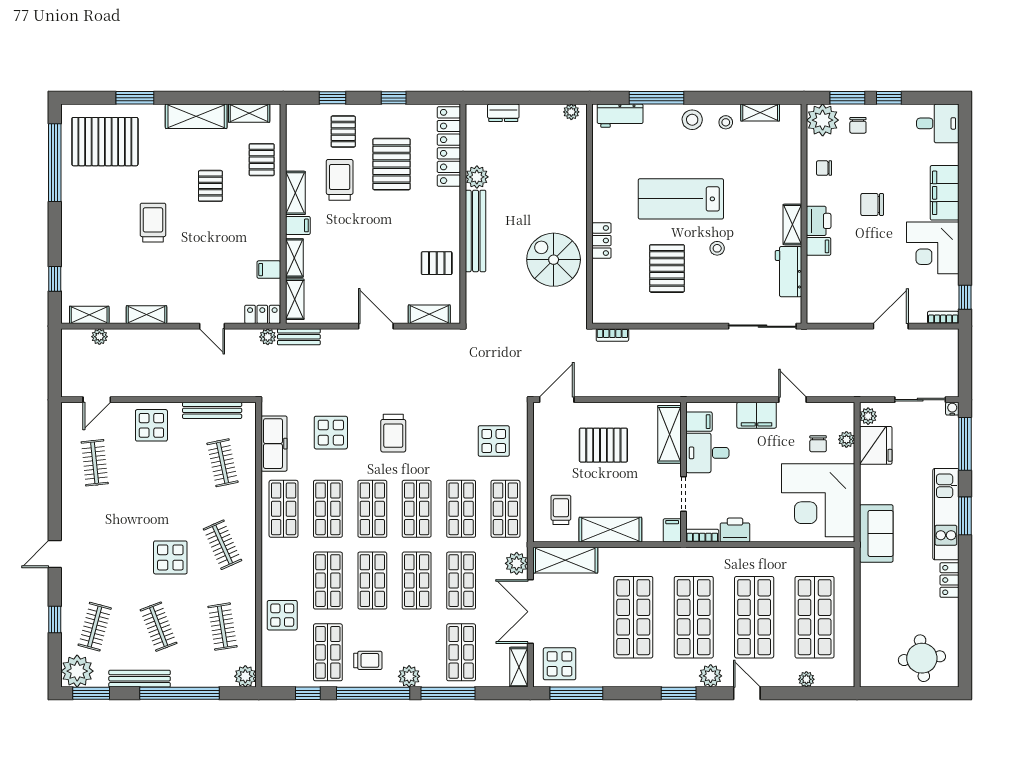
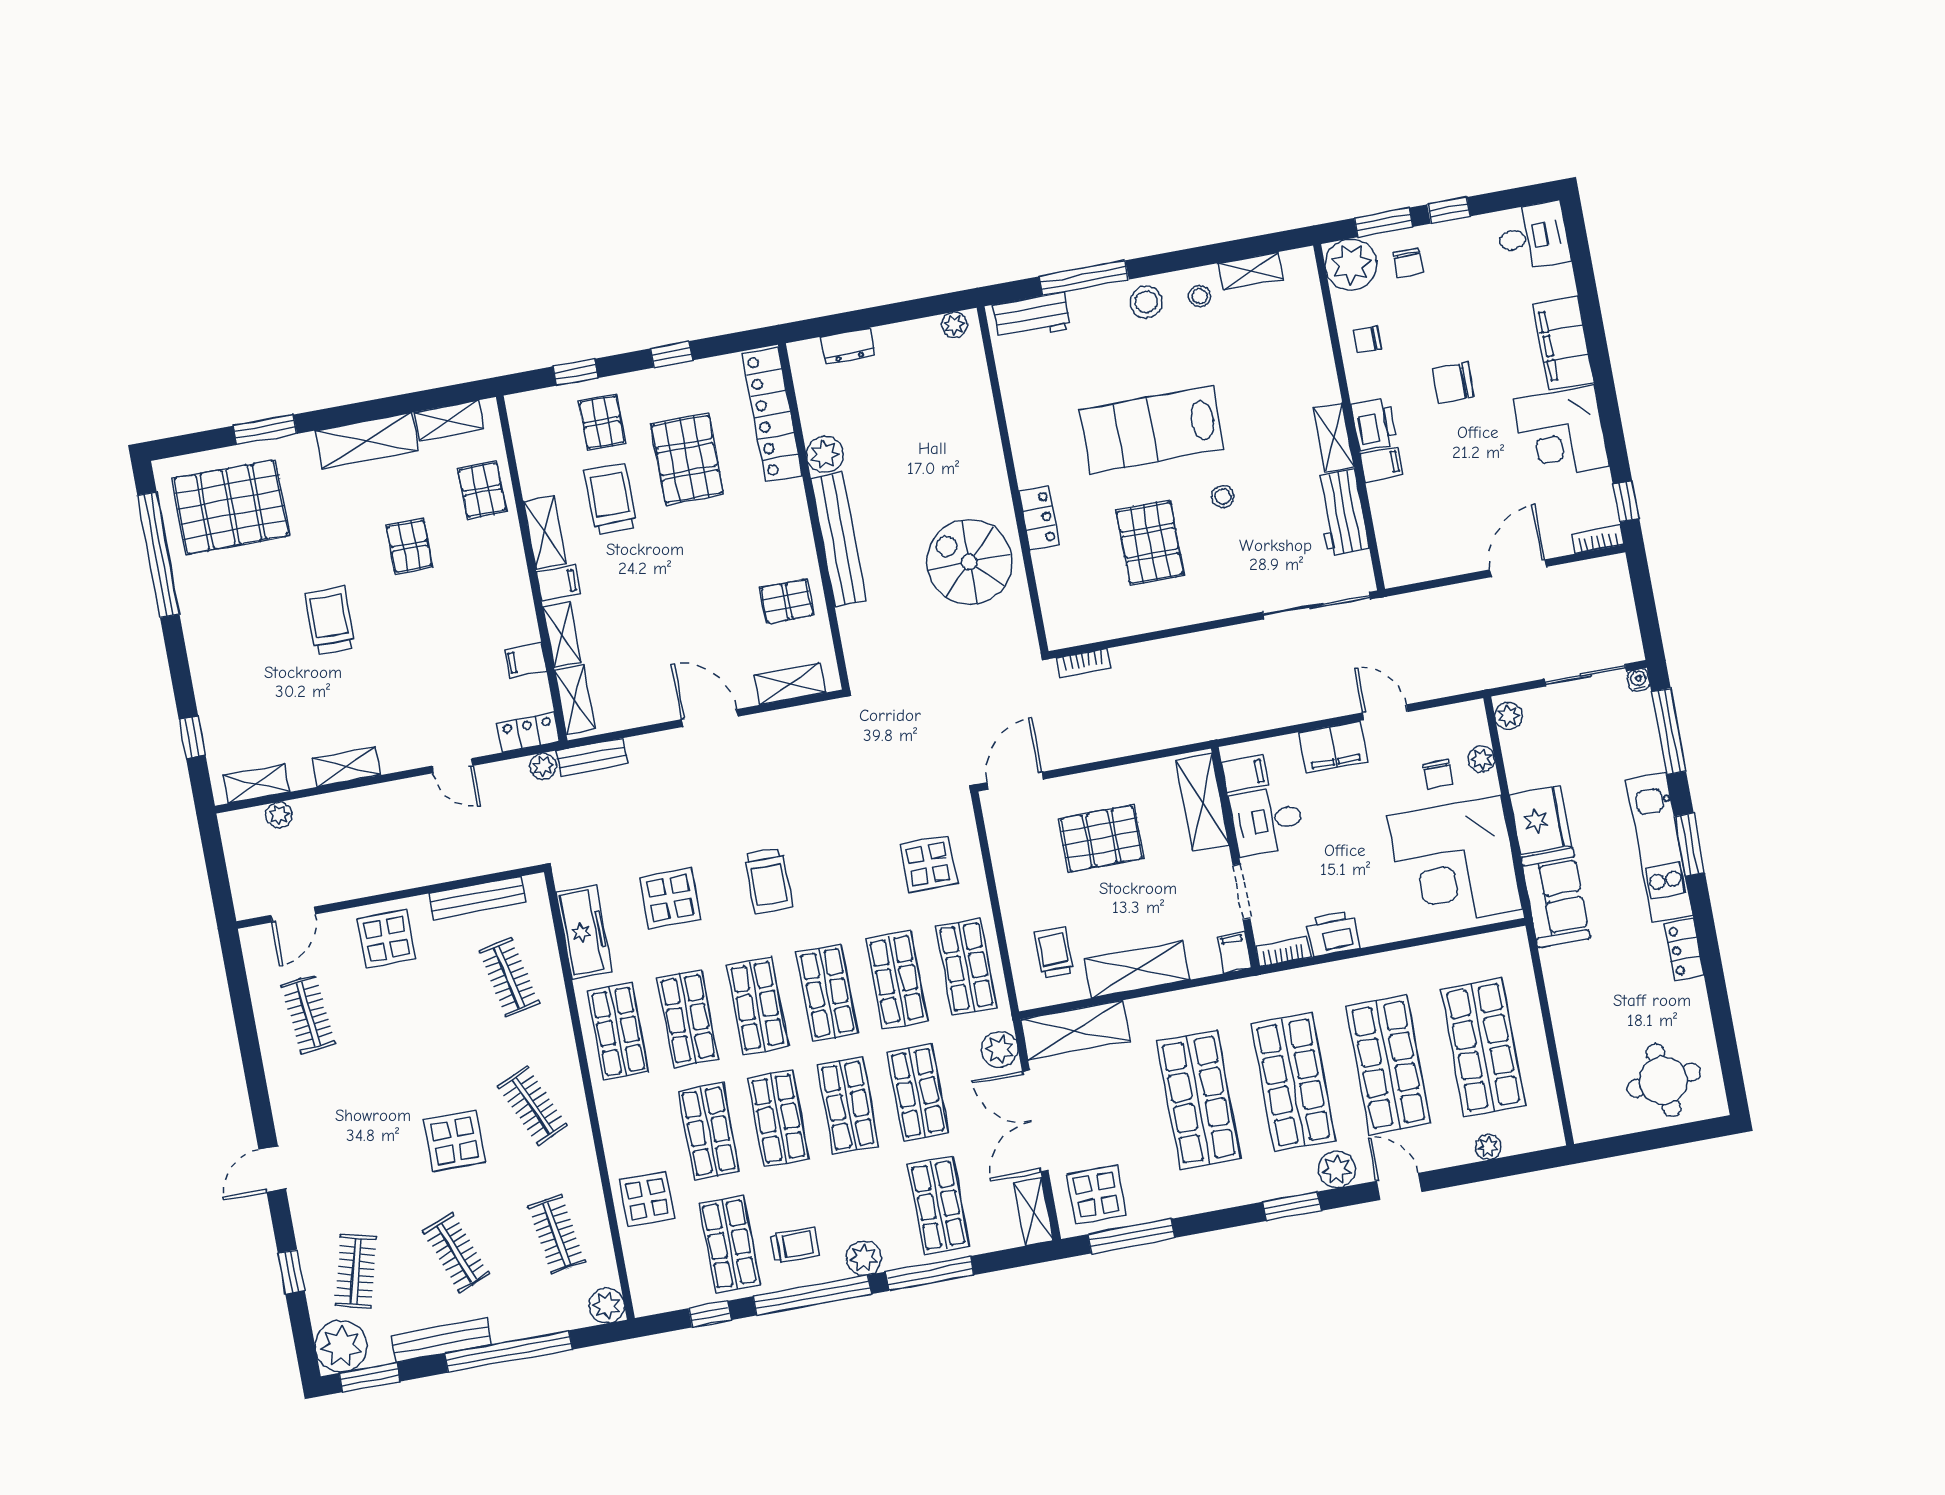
fridge: (876, 445) -> (1540, 820), moved

